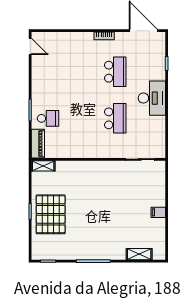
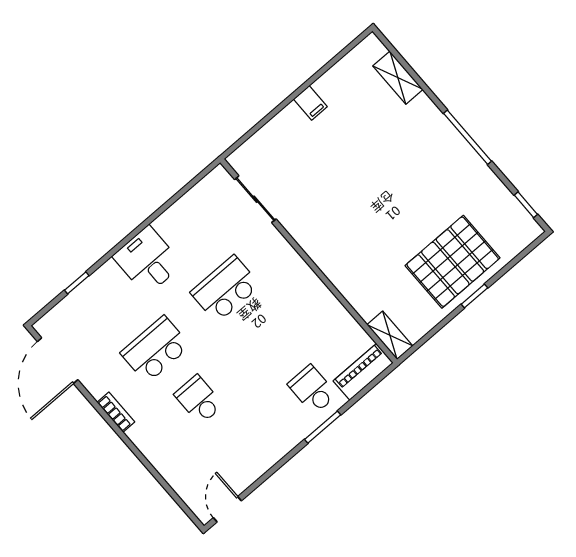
school desk: (82, 72) -> (199, 400), added
desk: (152, 98) -> (148, 260), width x0.73

